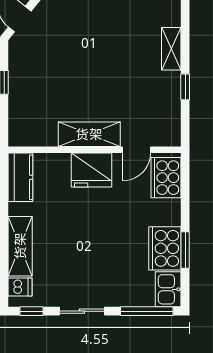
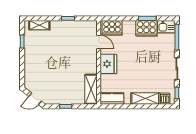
shelving: (171, 49) -> (39, 25), moved
shelving: (89, 134) -> (91, 89), moved

